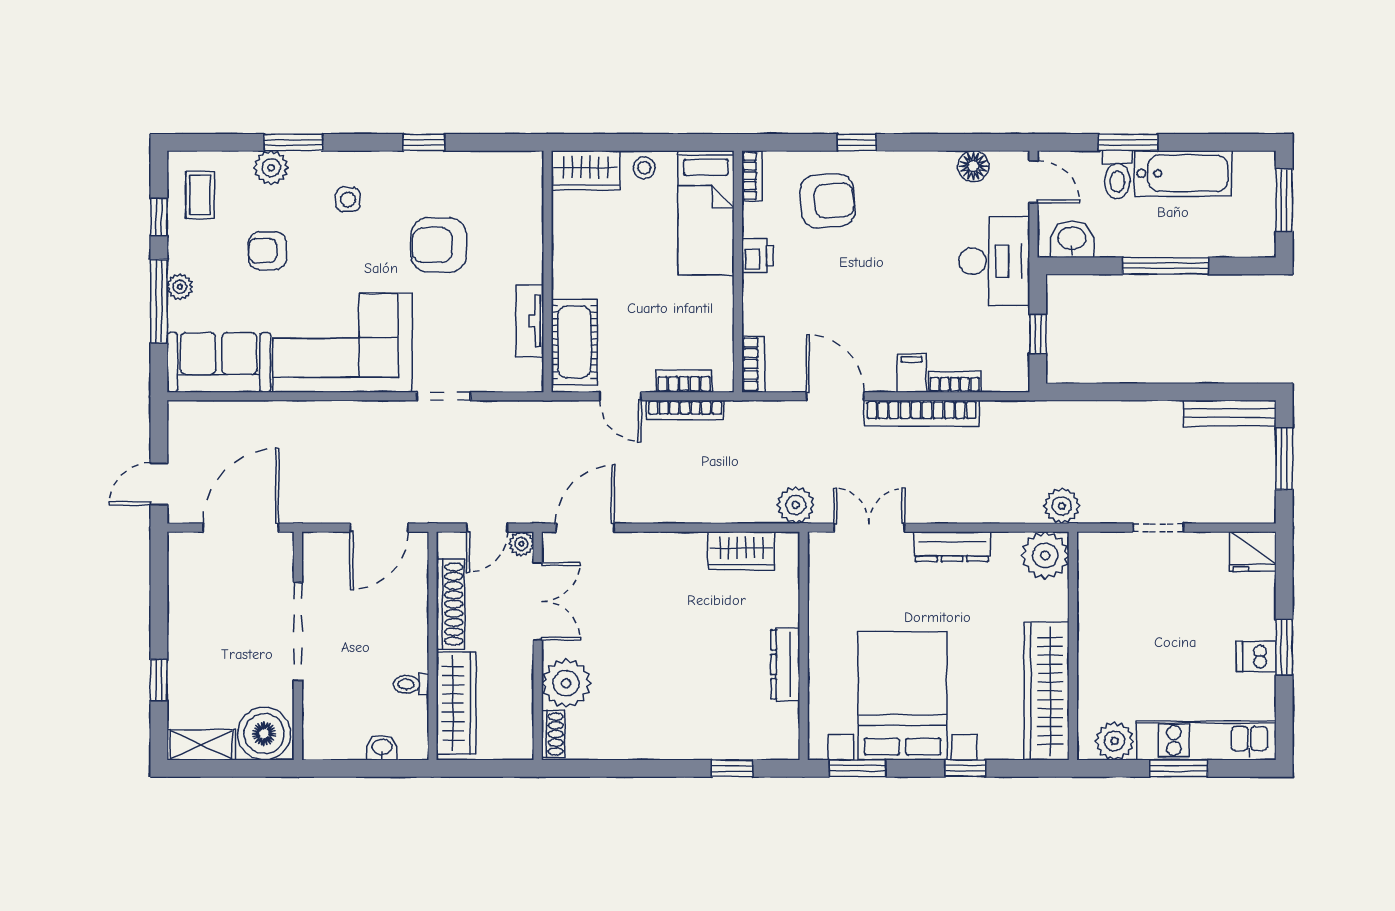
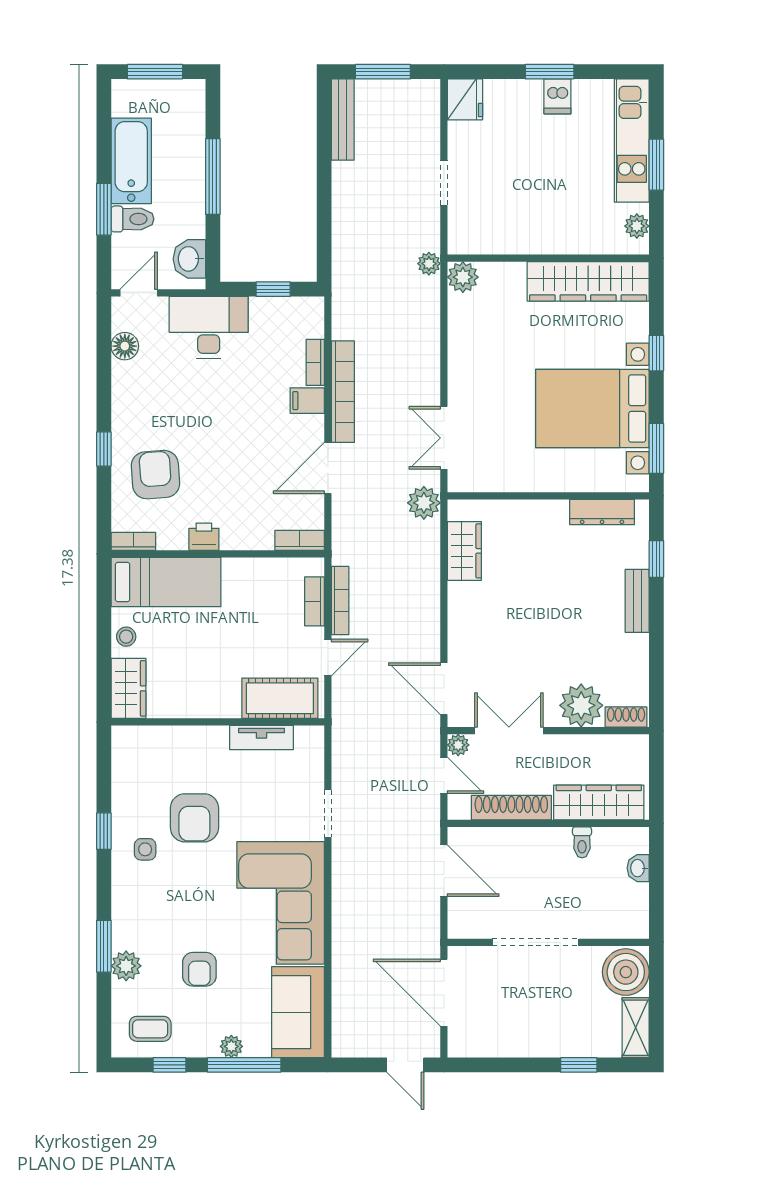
side table: (348, 200) -> (145, 849), moved
plant: (1062, 506) -> (429, 264), width x0.73, depth x0.73
dresser: (952, 546) -> (461, 365), removed
plant: (1045, 555) -> (463, 277), width x0.73, depth x0.73
dresser: (785, 664) -> (602, 512), moved
plant: (1114, 741) -> (637, 226), width x0.73, depth x0.73
bench: (685, 747) -> (637, 601), added

